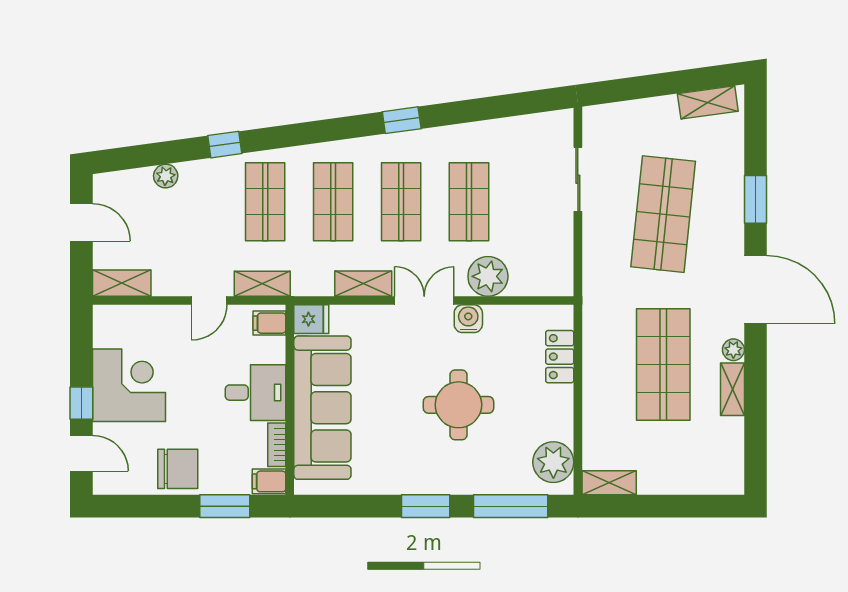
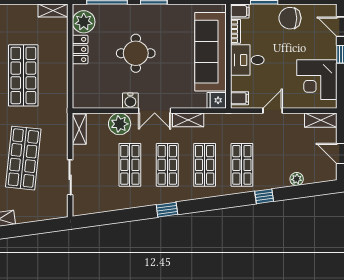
shelving: (262, 284) -> (79, 129), moved, turned 90
locker: (560, 357) -> (80, 49), moved
corner desk: (129, 385) -> (317, 80), moved

